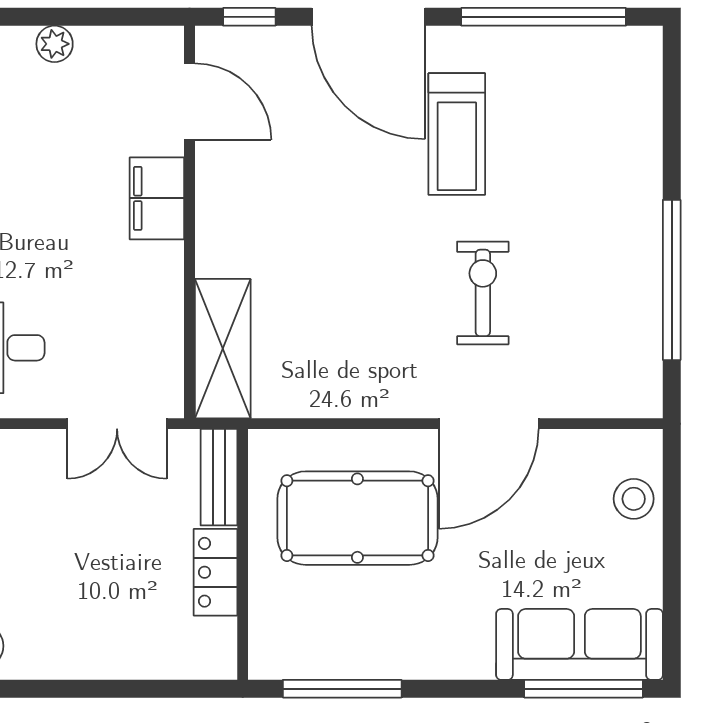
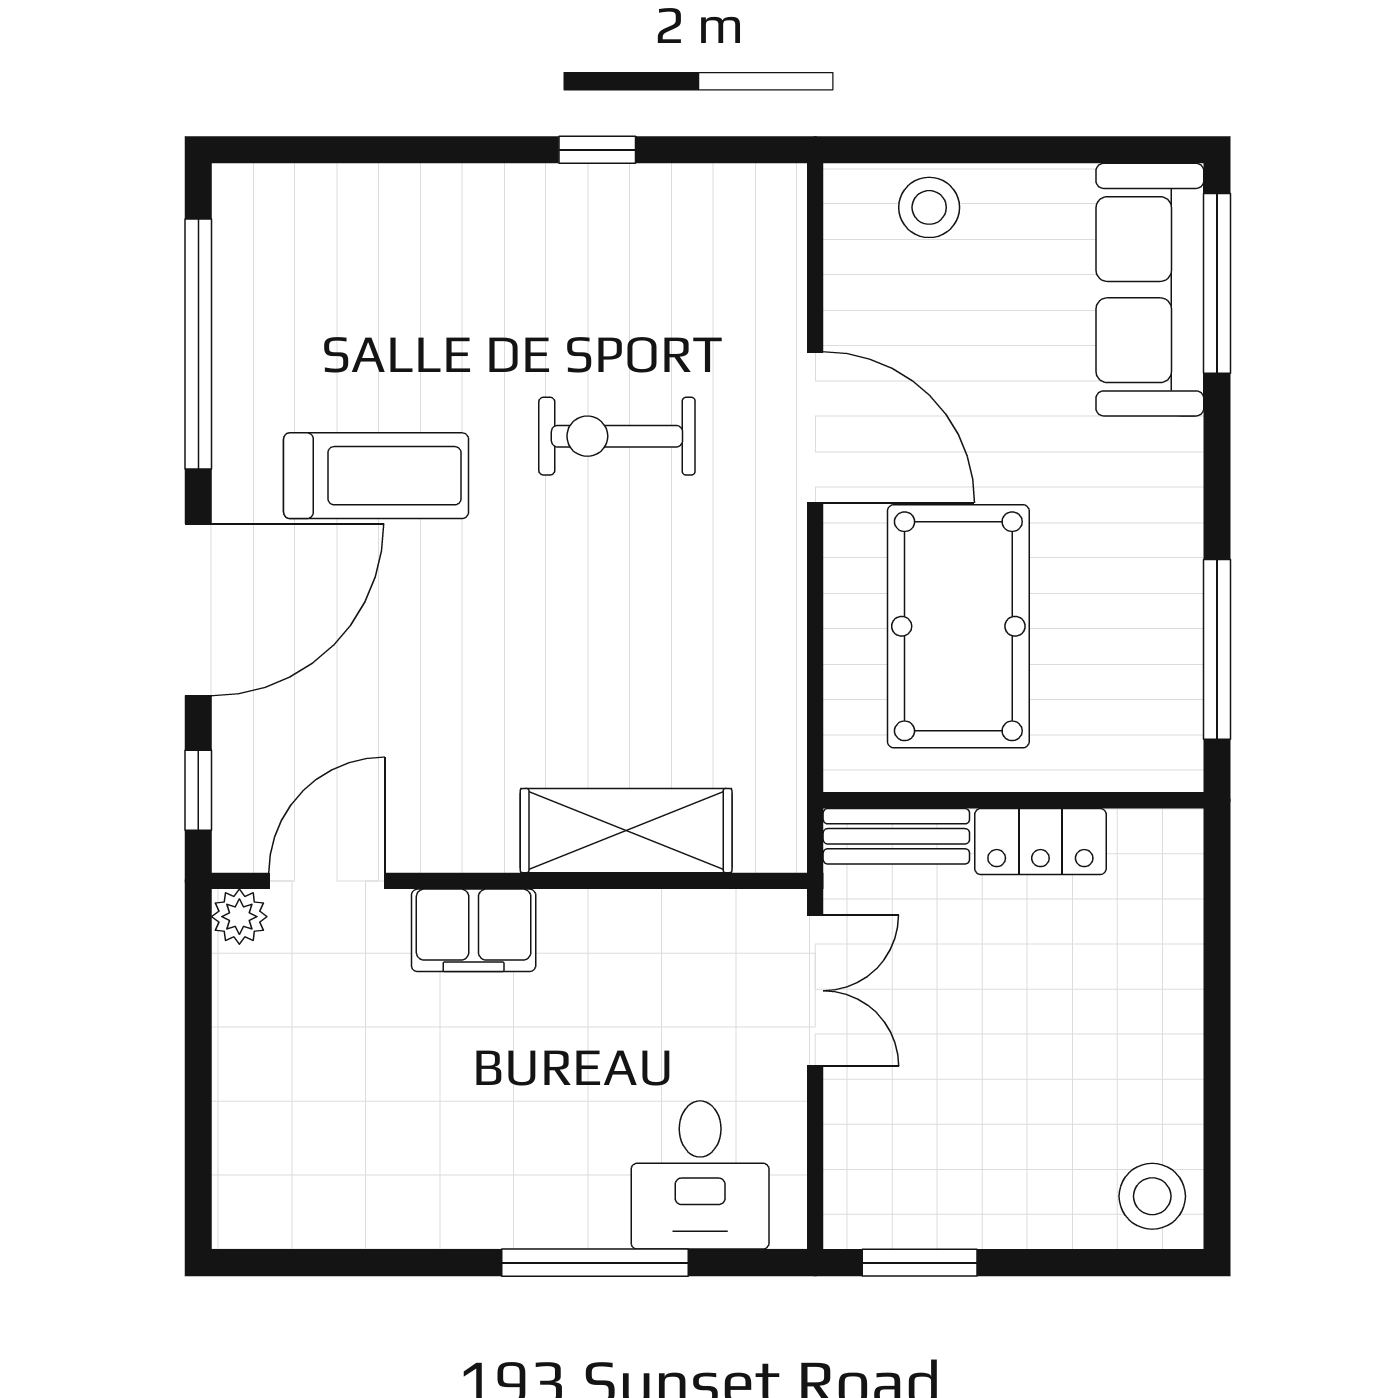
plant: (55, 44) -> (239, 917), moved
window: (672, 280) -> (597, 150), width x0.32
shelving: (223, 349) -> (626, 831), moved

